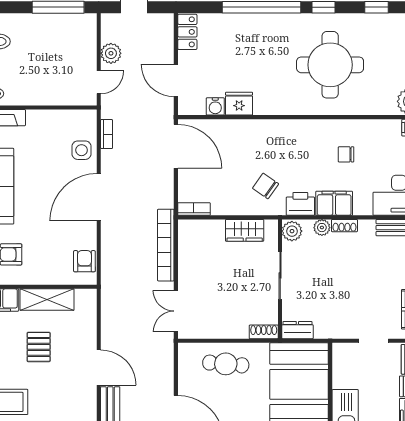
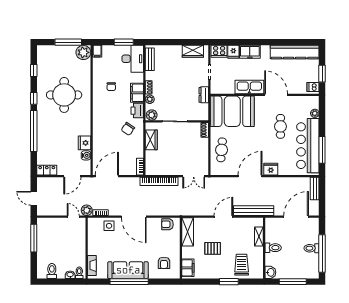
plant: (111, 53) -> (87, 210), moved
shelving: (47, 300) -> (188, 232), moved
dresser: (297, 330) -> (204, 95), moved

